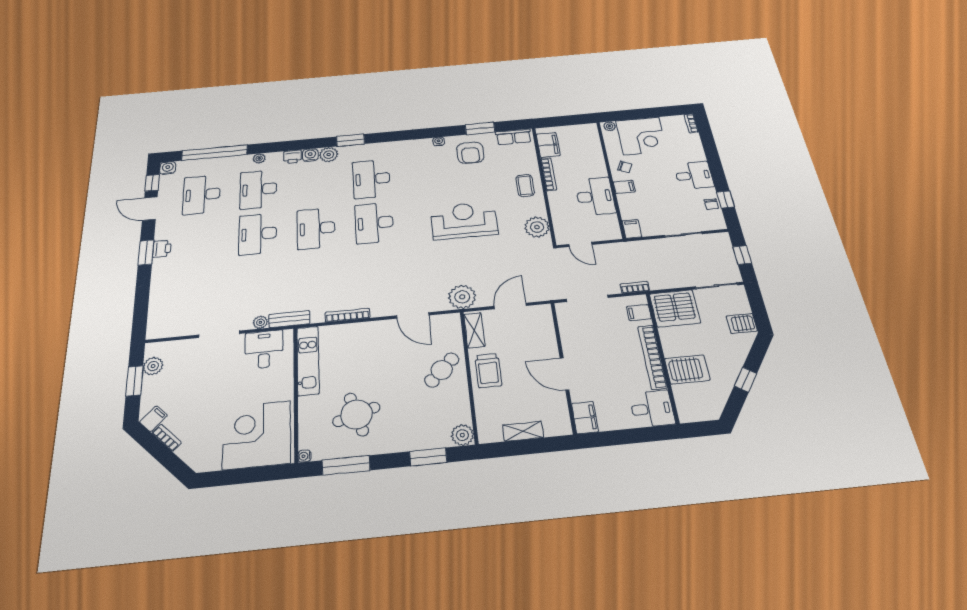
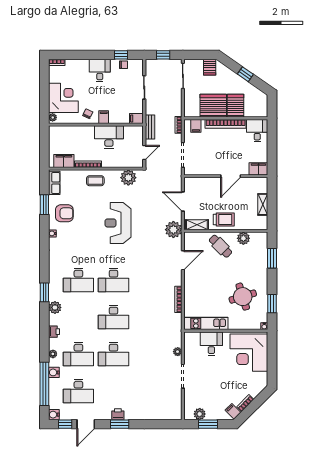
water cooler: (310, 155) -> (54, 372), moved
server rack: (675, 308) -> (213, 106), moved, turned -90
bench: (289, 319) -> (150, 127), moved
desk: (264, 349) -> (211, 344), moved, turned 90
plant: (462, 435) -> (243, 238), moved
window: (346, 465) -> (272, 304), width x0.69

